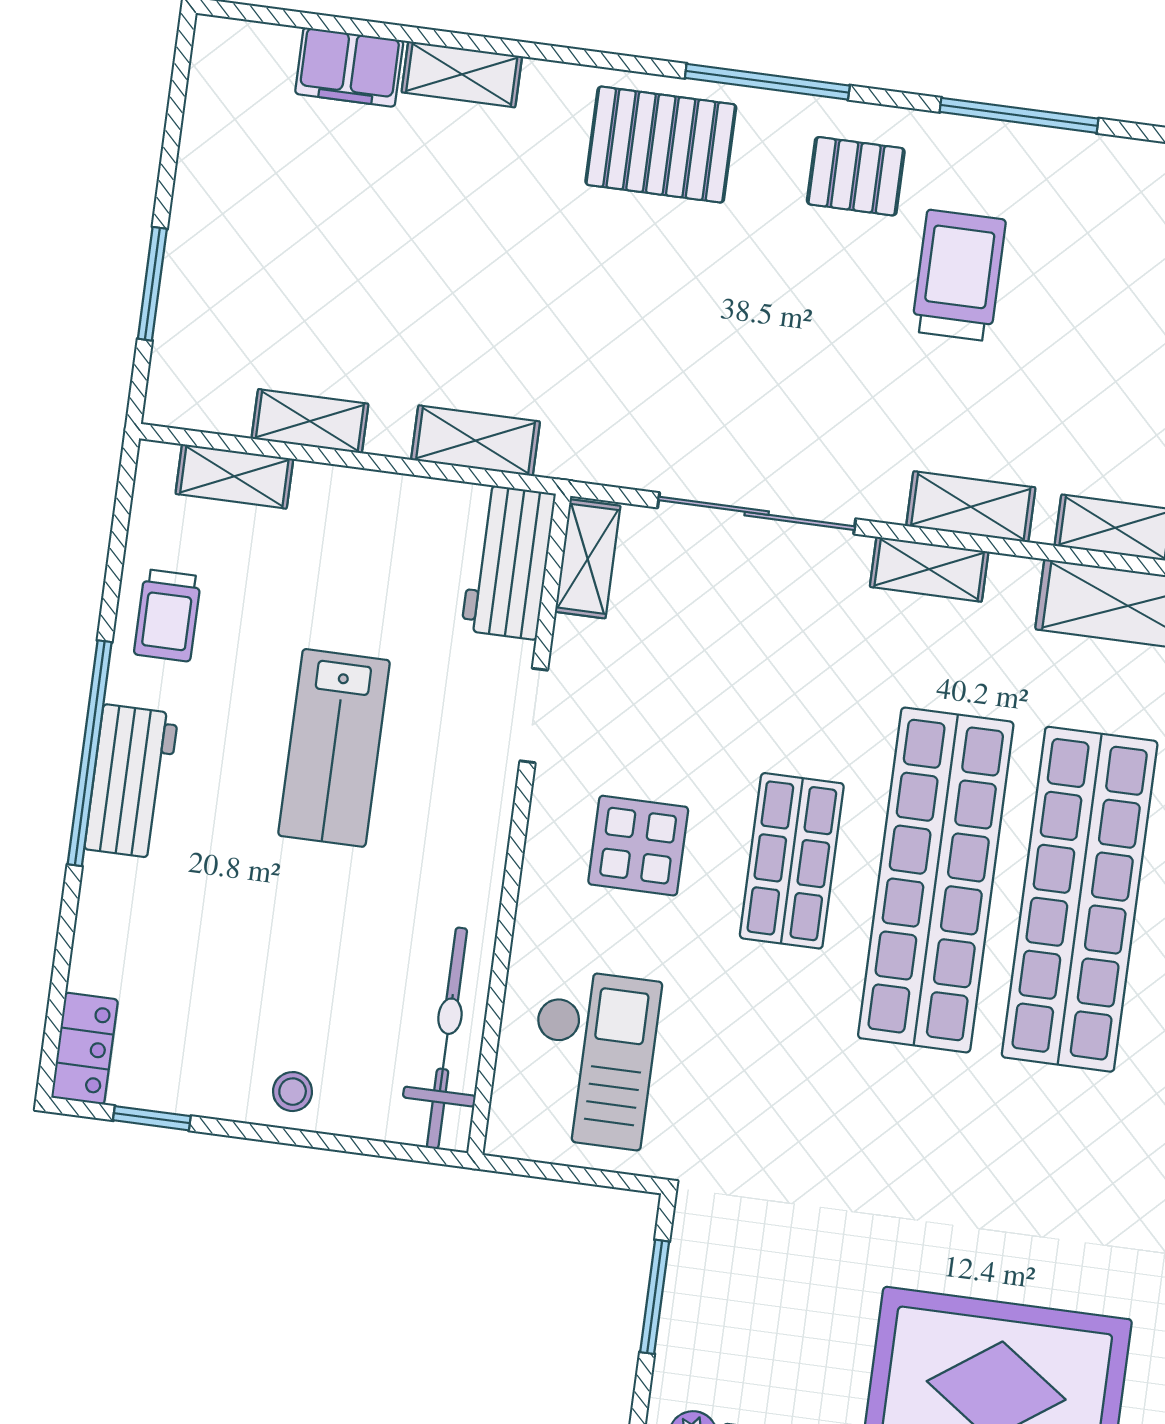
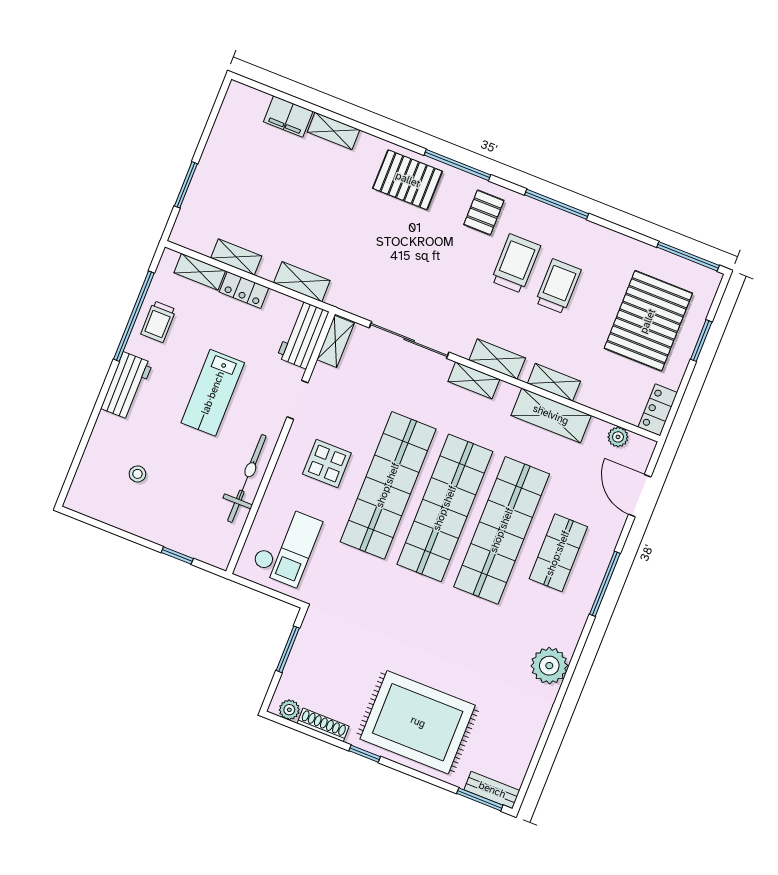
pallet: (856, 176) -> (484, 213), turned 90
trolley: (1070, 304) -> (558, 286), added
window: (90, 753) -> (134, 316), moved
shop shelf: (792, 861) -> (388, 485), width x2.00, depth x1.36
bicycle: (447, 1038) -> (247, 478), moved
locker: (85, 1048) -> (244, 290), moved, turned 90
stool: (293, 1092) -> (137, 474), moved
window: (152, 1118) -> (177, 556), moved

